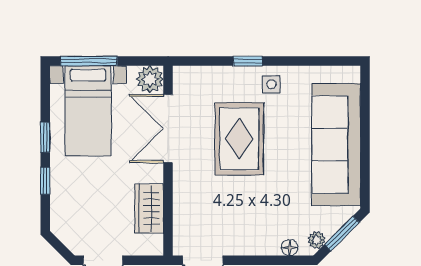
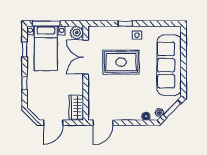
window: (45, 137) -> (25, 49), moved
rug: (239, 139) -> (121, 62), turned 90
wardrobe: (149, 209) -> (76, 107), moved

